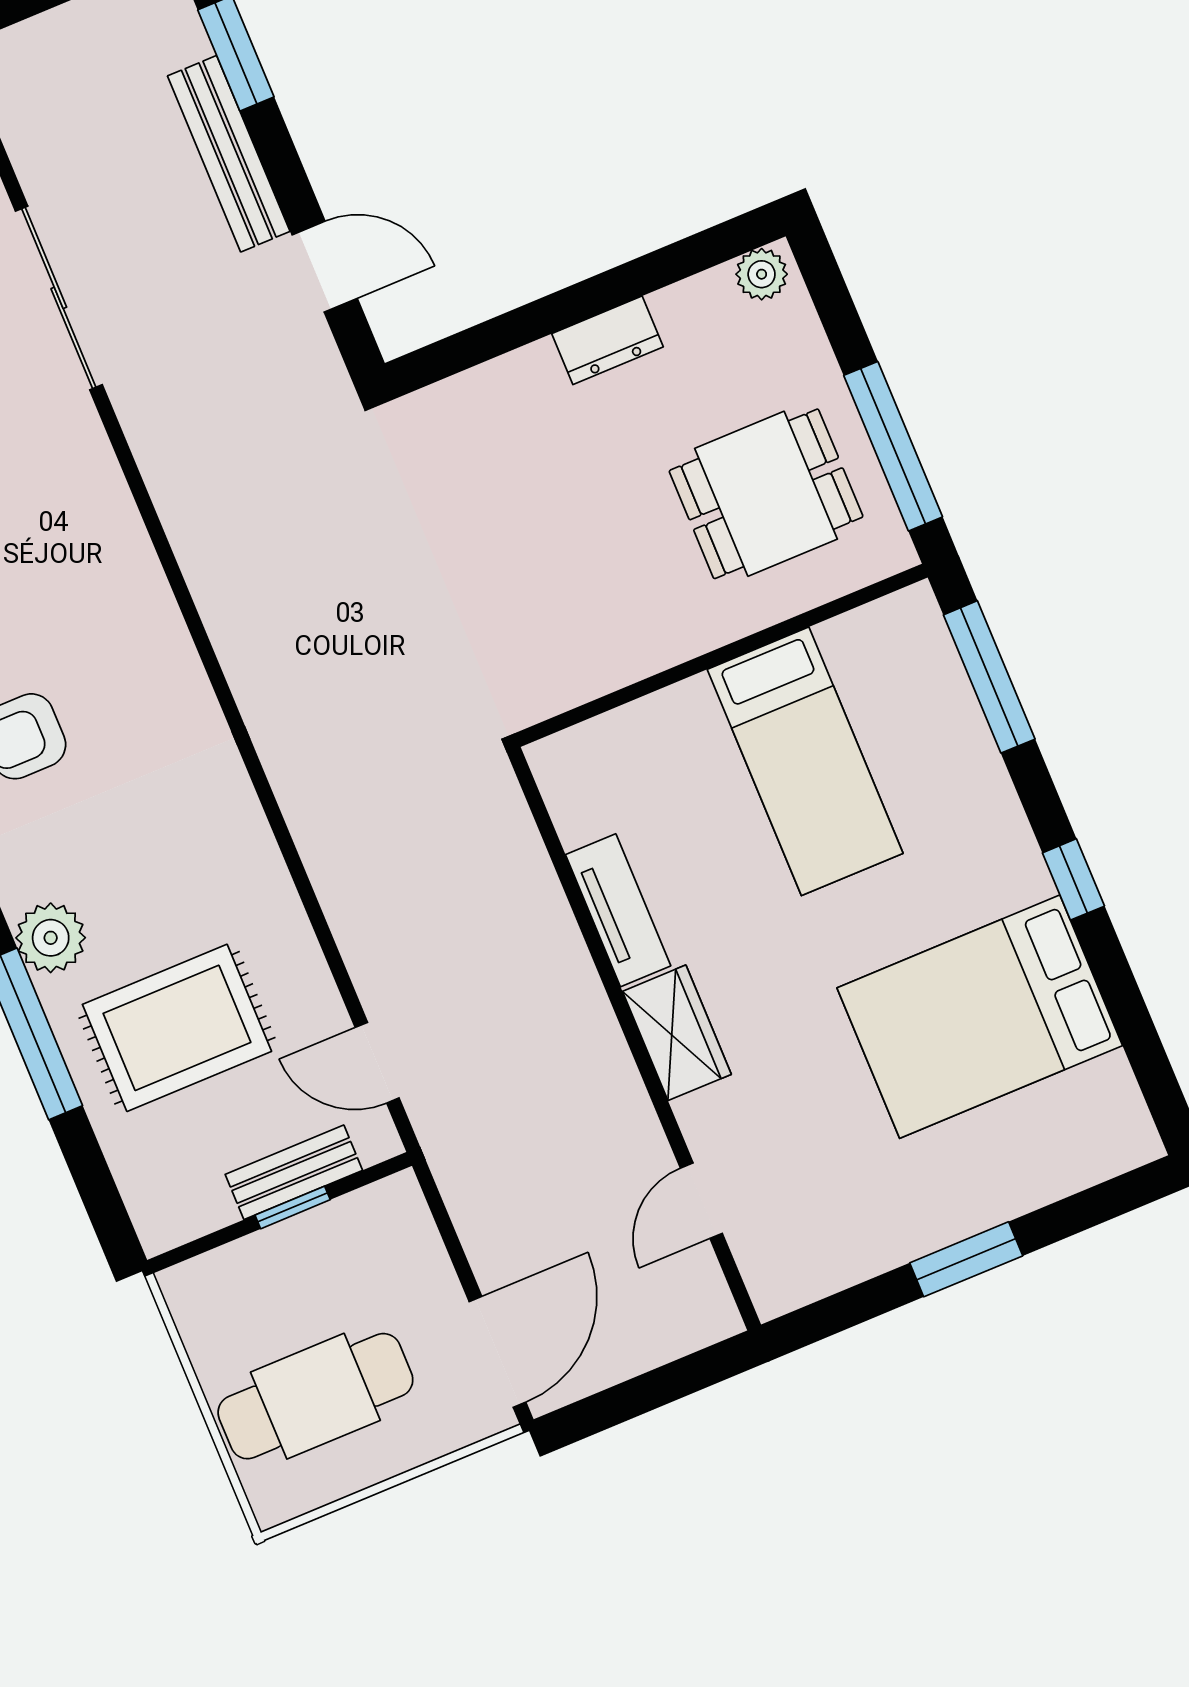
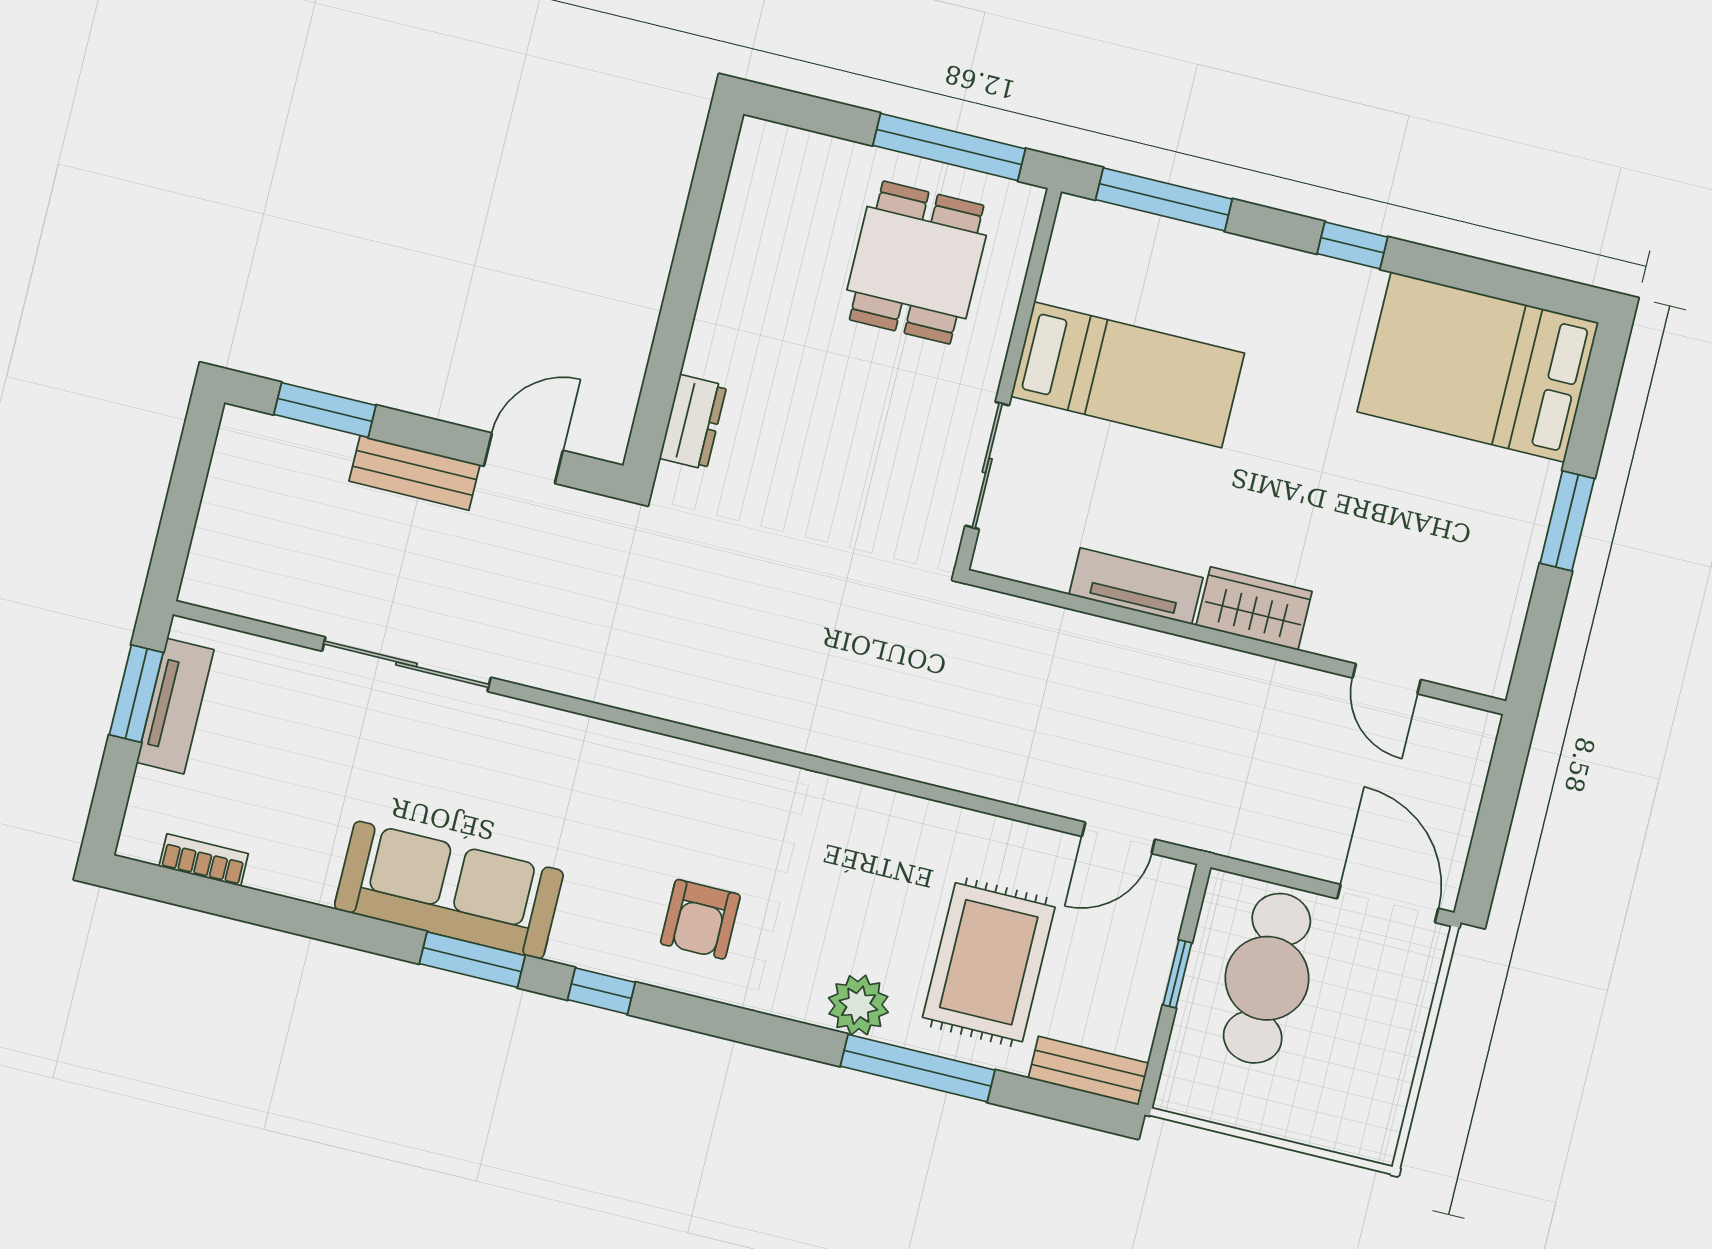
bench: (229, 154) -> (415, 473), width x0.73
plant: (762, 274) -> (758, 151), removed
dresser: (607, 340) -> (693, 422), moved
sliding door: (628, 694) -> (987, 466), added
bed: (980, 1017) -> (1478, 367), moved, turned 90
bench: (294, 1172) -> (1089, 1071), moved, turned 90
cafe table: (315, 1396) -> (1267, 978), moved

